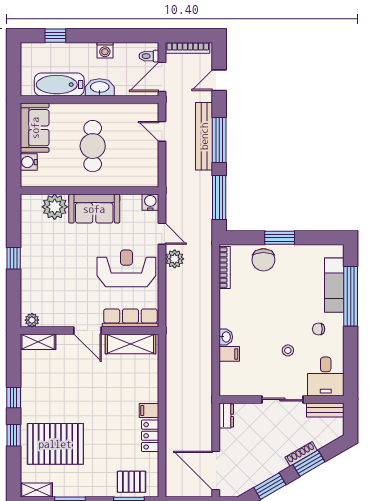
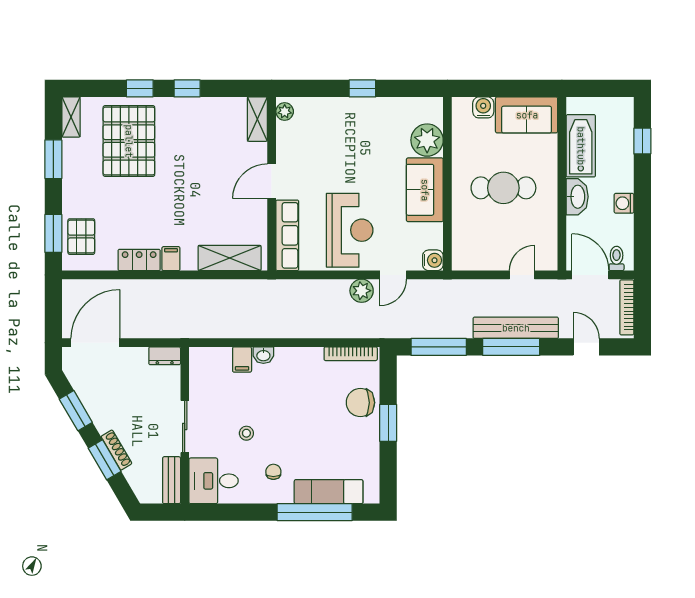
shelving: (130, 344) -> (230, 258), moved, turned 90

